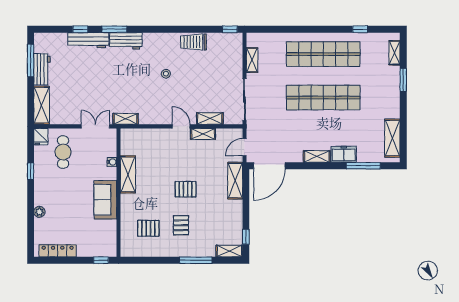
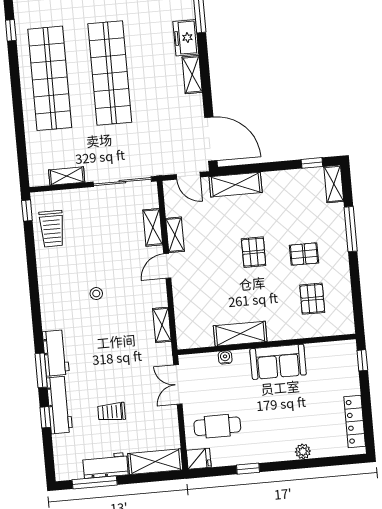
trolley: (194, 42) -> (52, 229), moved
trolley: (80, 77) -> (111, 412), added
shelving: (126, 119) -> (162, 325), moved

